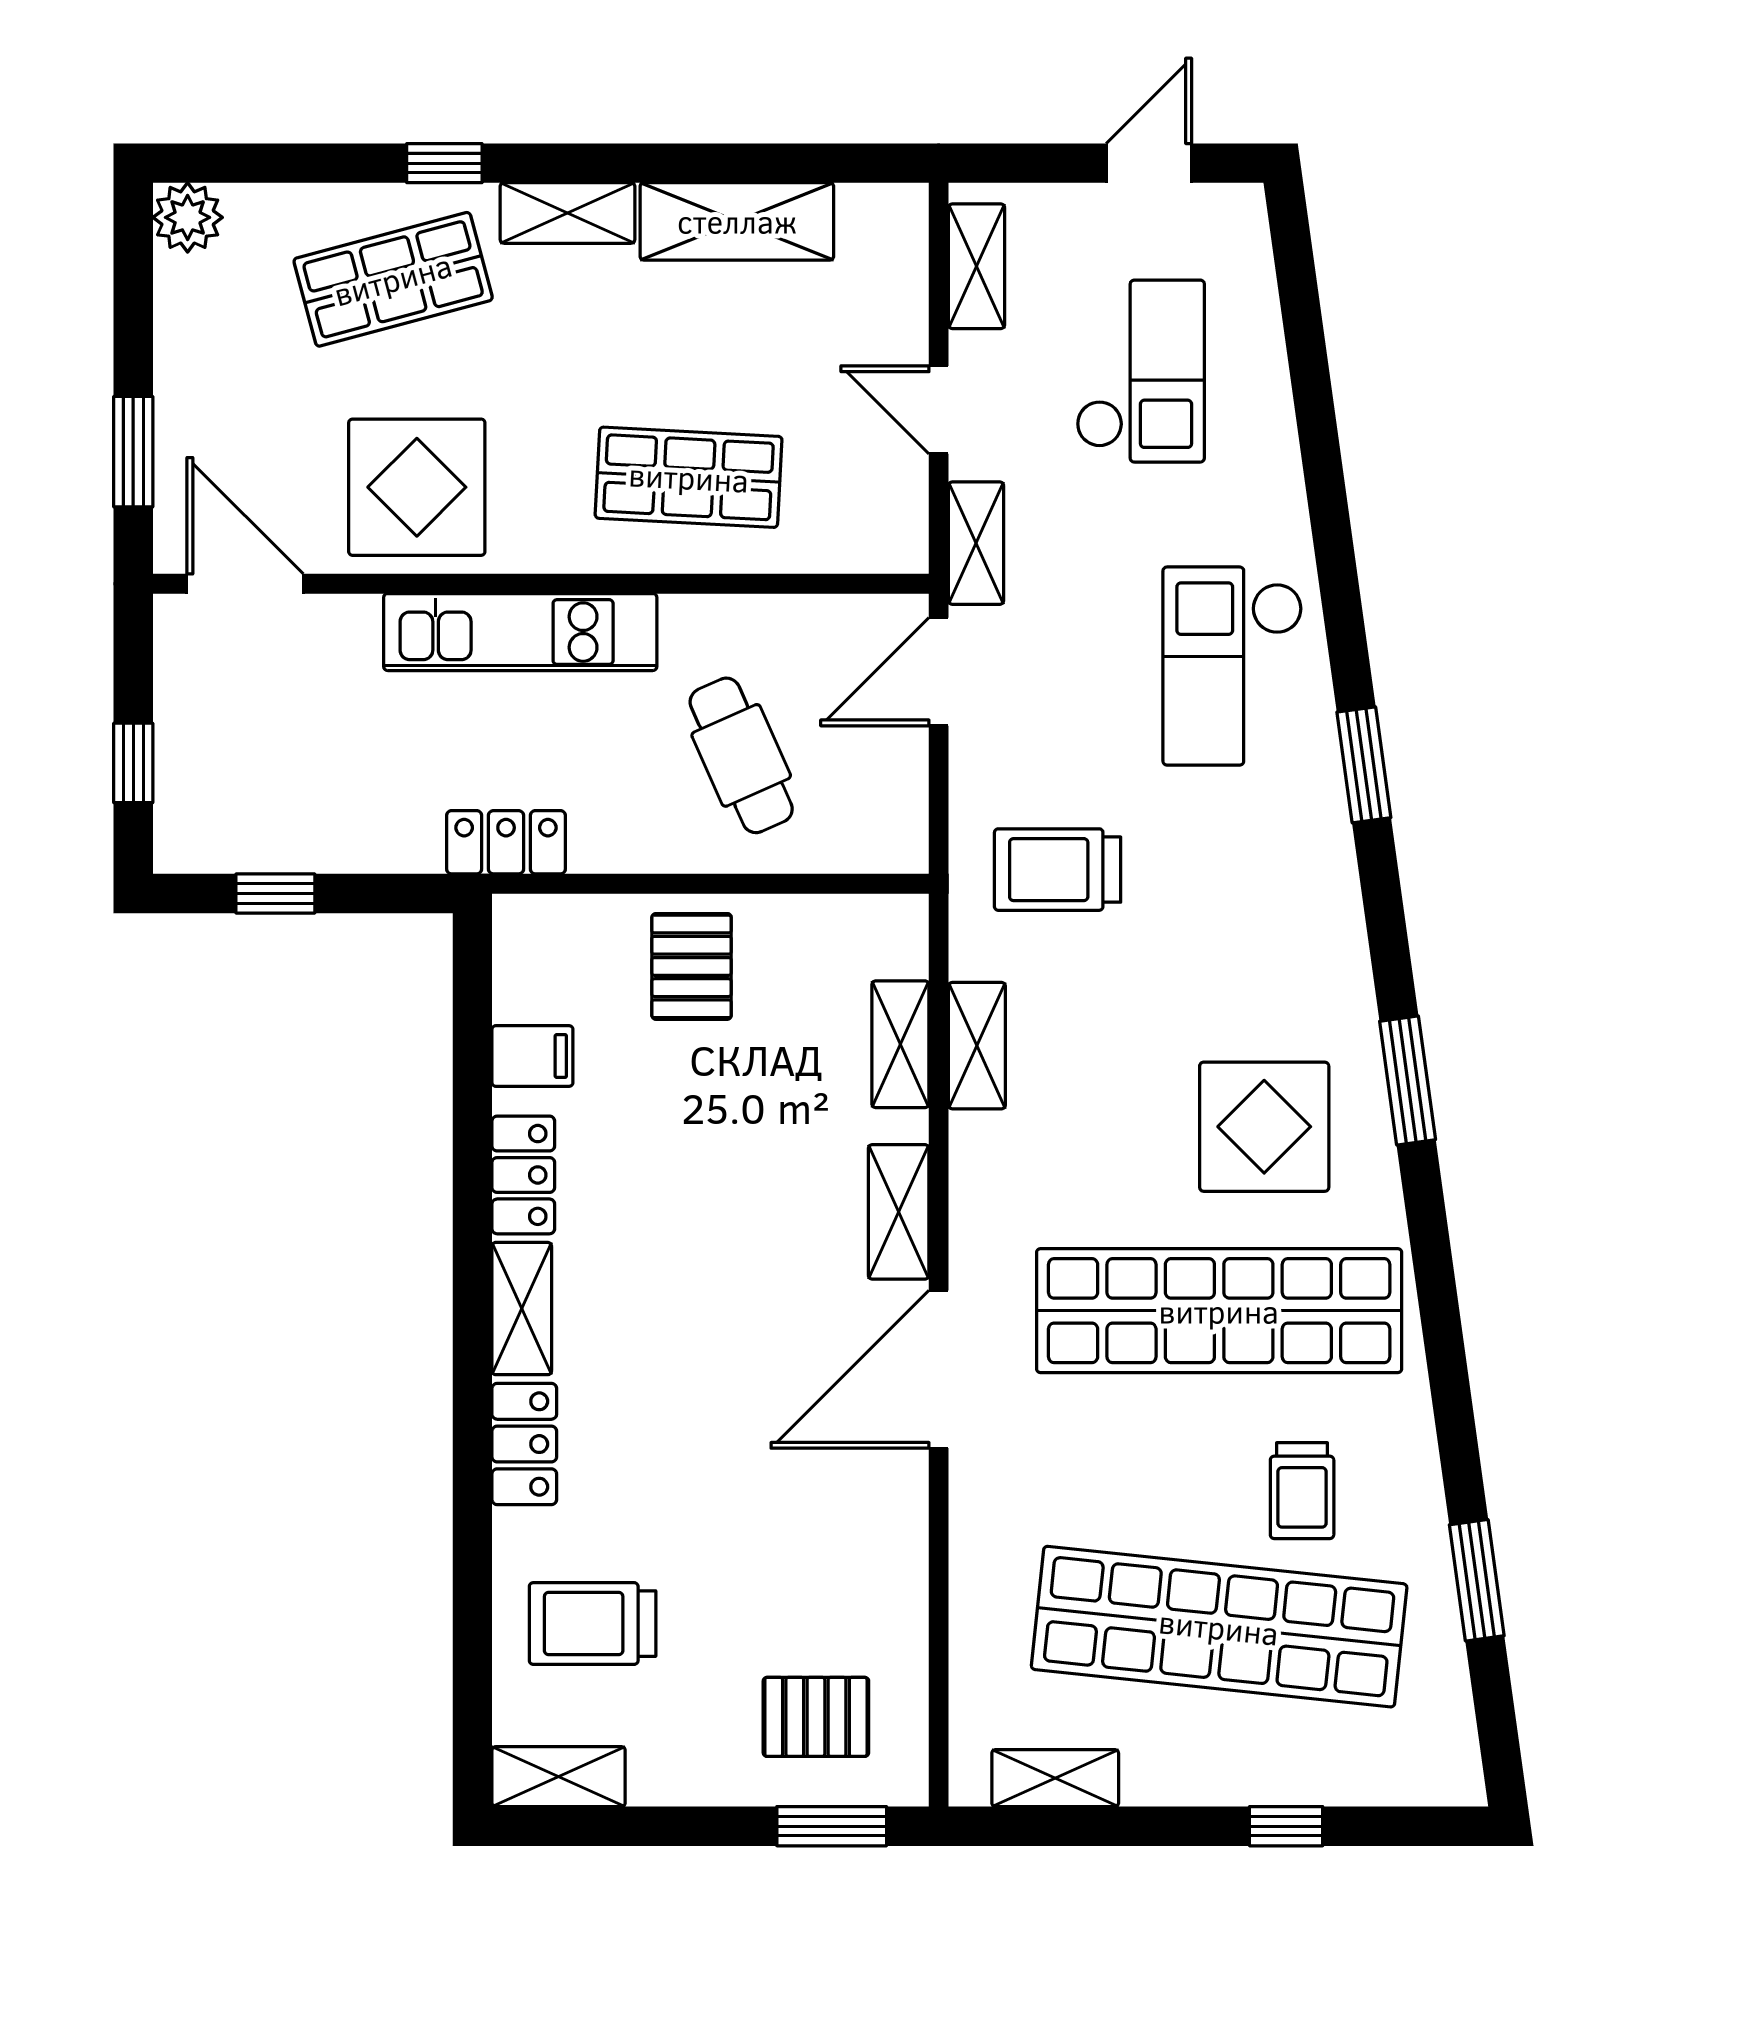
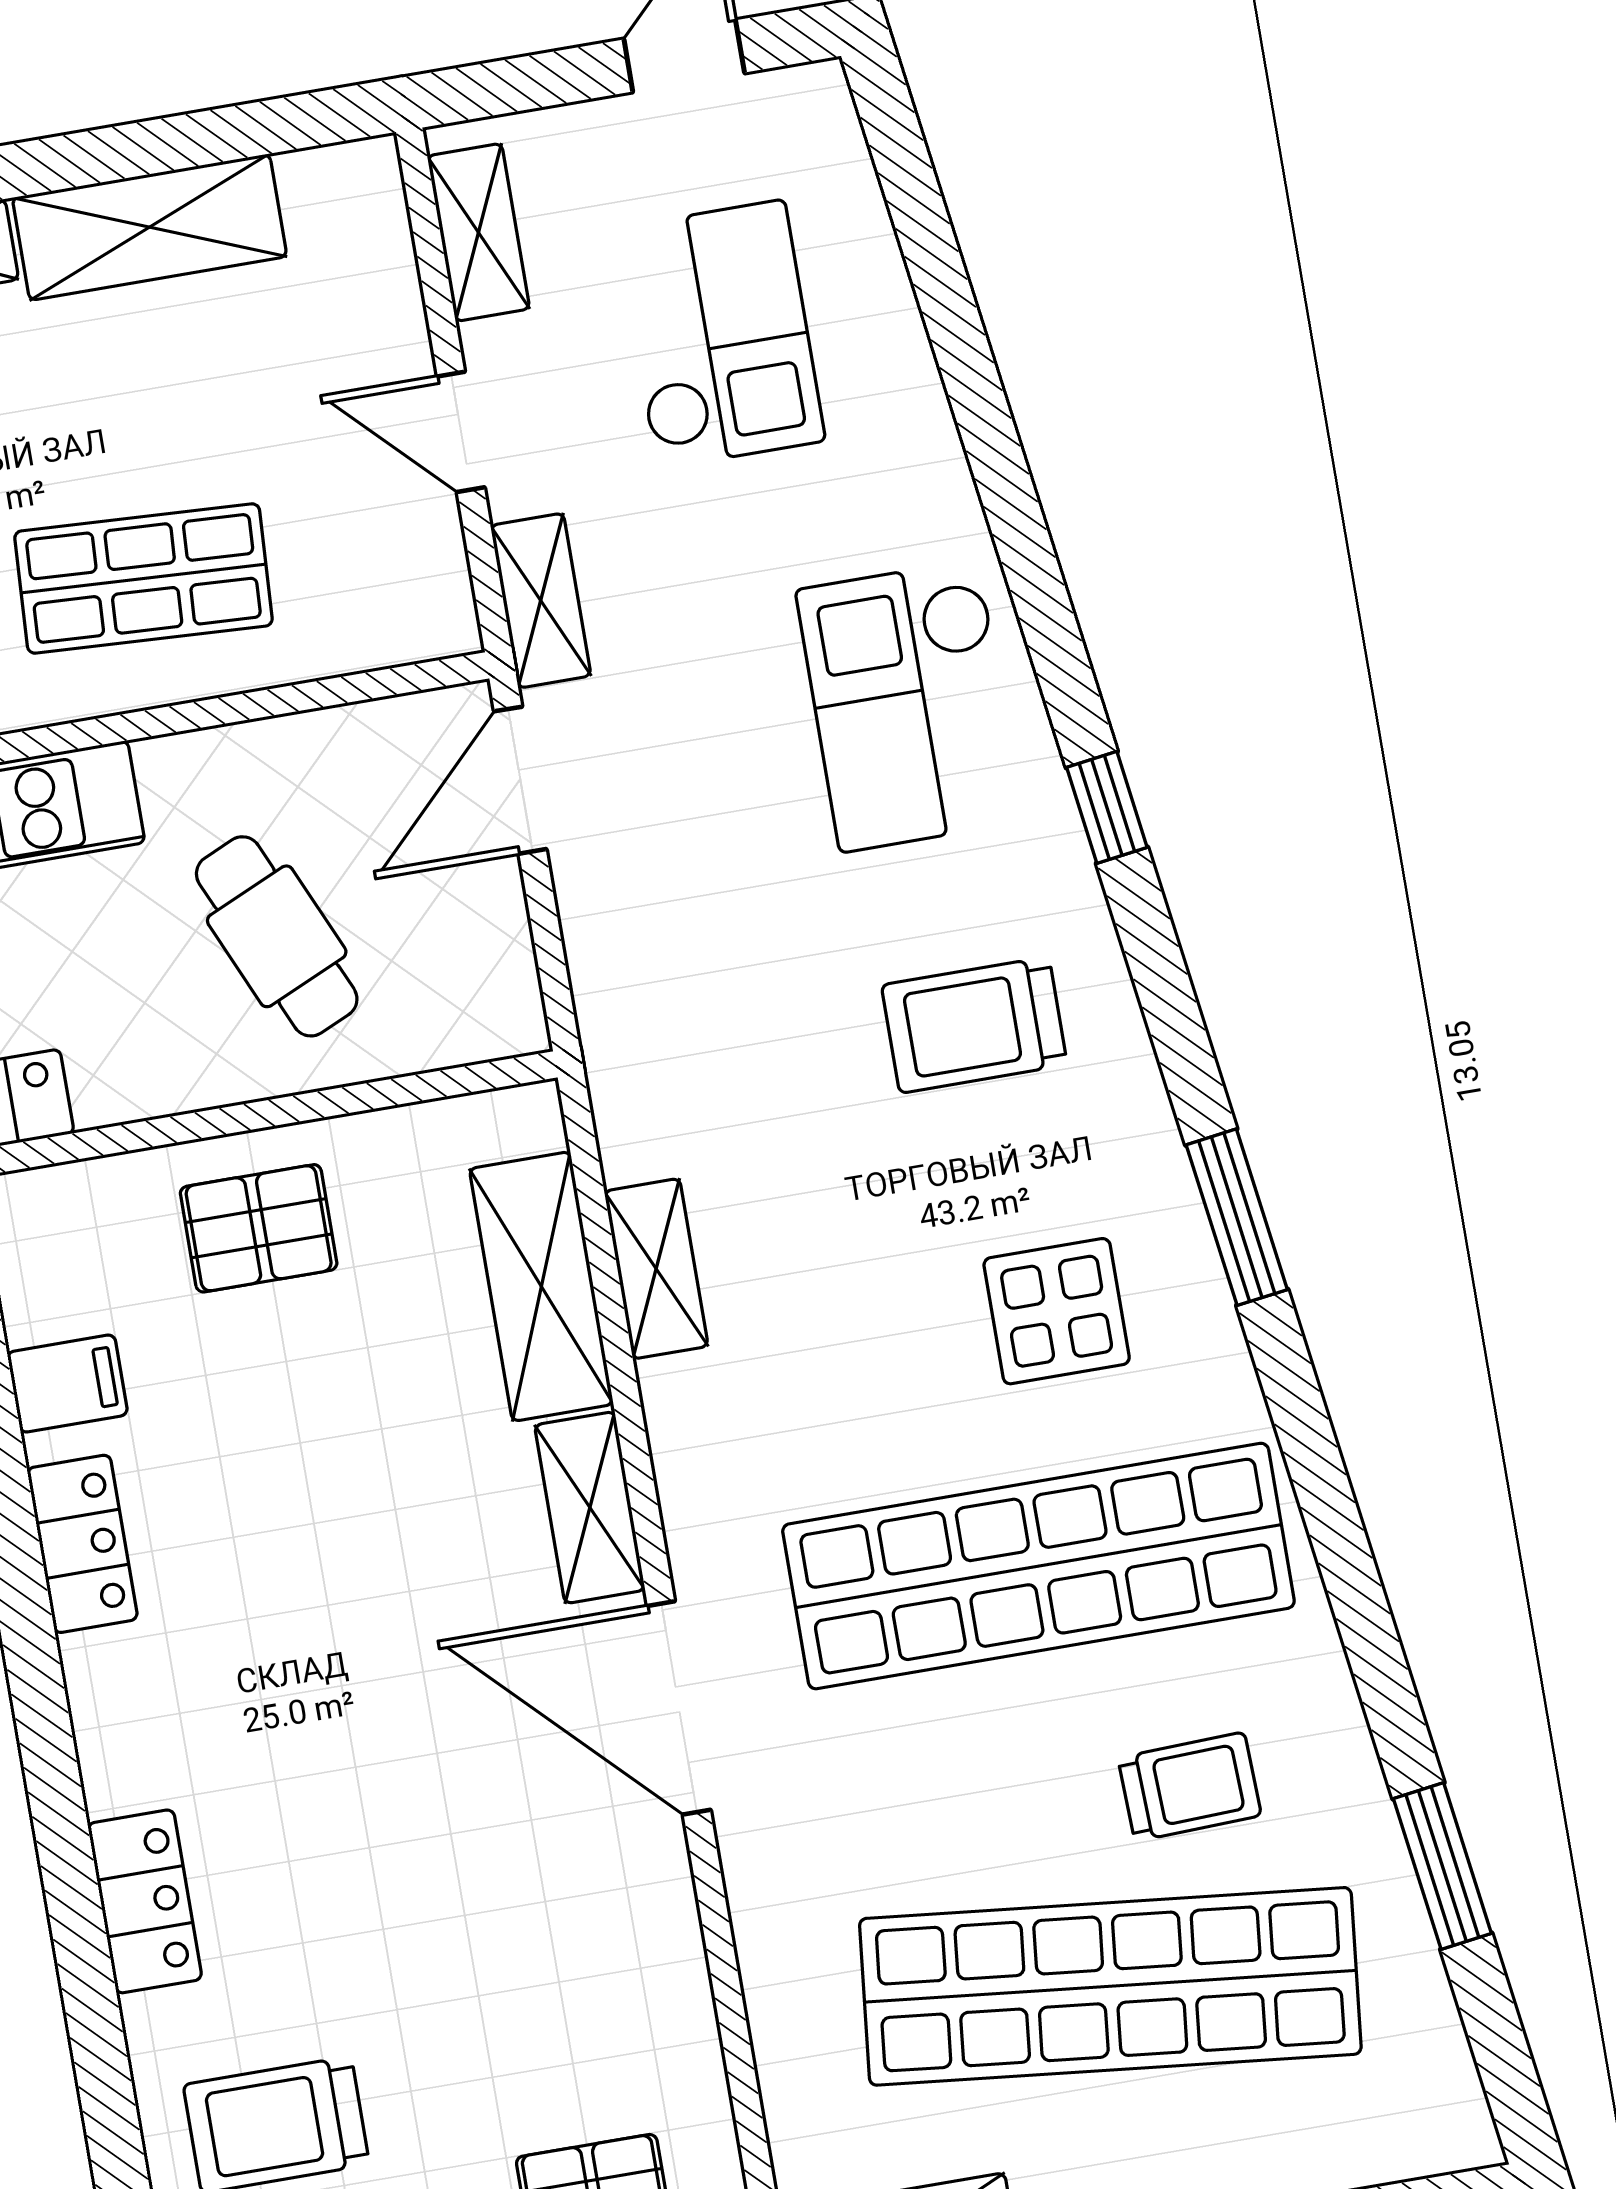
window: (1364, 765) -> (1107, 807), width x0.67
trolley: (1058, 870) -> (974, 1025), moved
pallet: (692, 966) -> (259, 1228), turned 90
shelving: (900, 1044) -> (541, 1286), width x1.50, depth x1.33
display table: (1264, 1127) -> (1057, 1311), width x0.73, depth x0.73
shelving: (522, 1309) -> (111, 1722), removed
door: (939, 1369) -> (679, 1708), hinge flipped
trolley: (1302, 1491) -> (1190, 1787), turned -92

